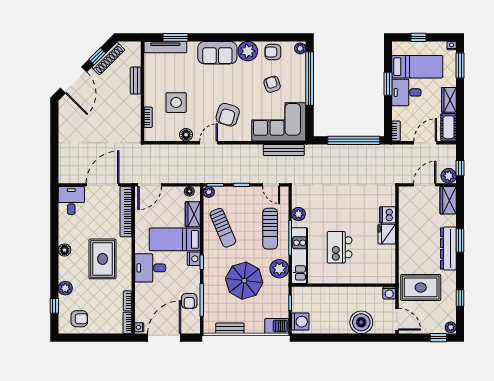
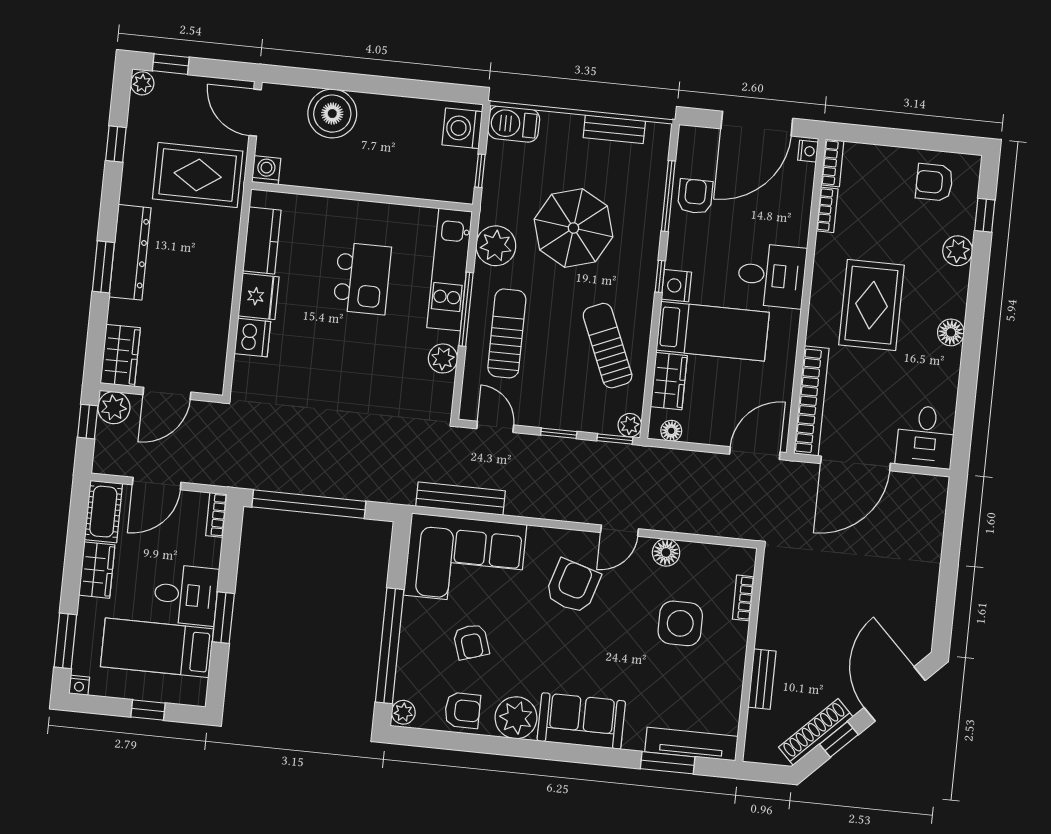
kitchen counter: (388, 260) -> (262, 241), added

